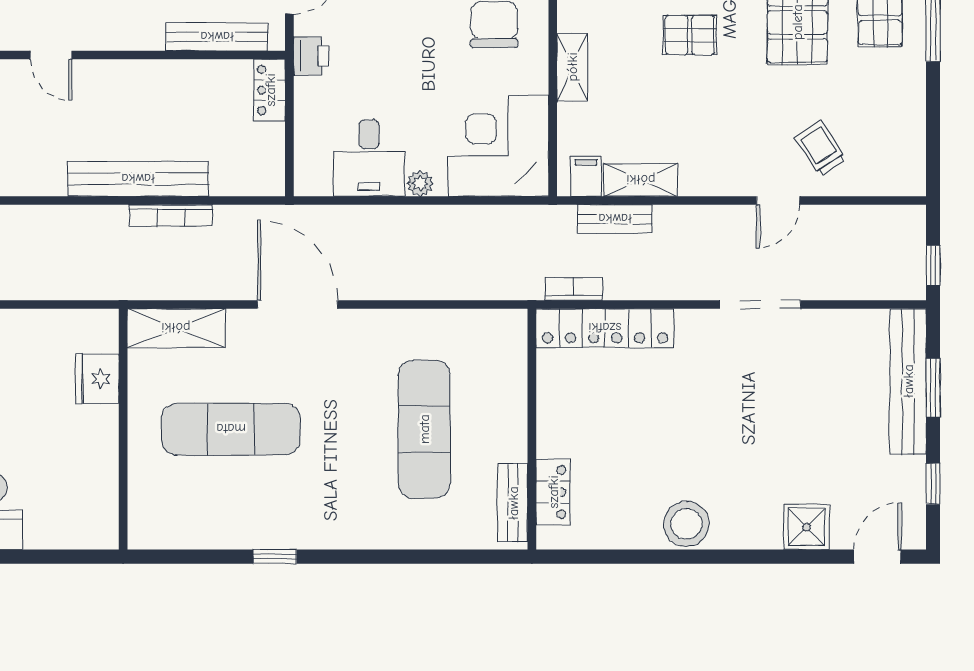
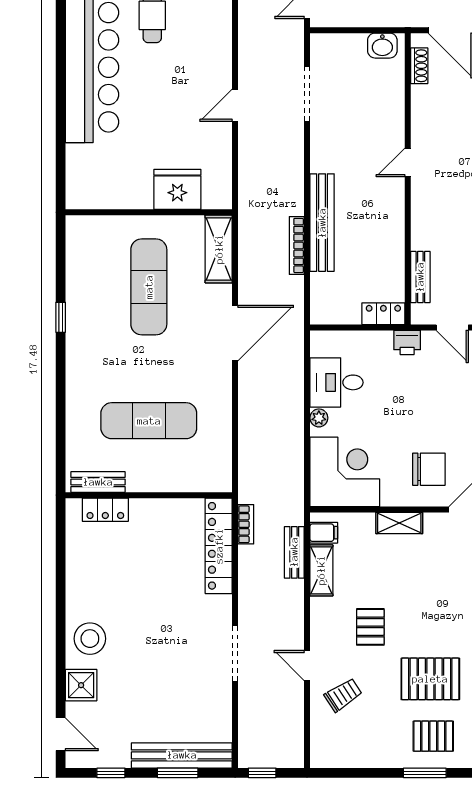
pallet: (690, 35) -> (370, 627), moved
bench: (217, 37) -> (420, 277), width x0.73
fridge: (97, 379) -> (177, 189), width x1.36, depth x1.34
stool: (686, 524) -> (90, 639), moved

